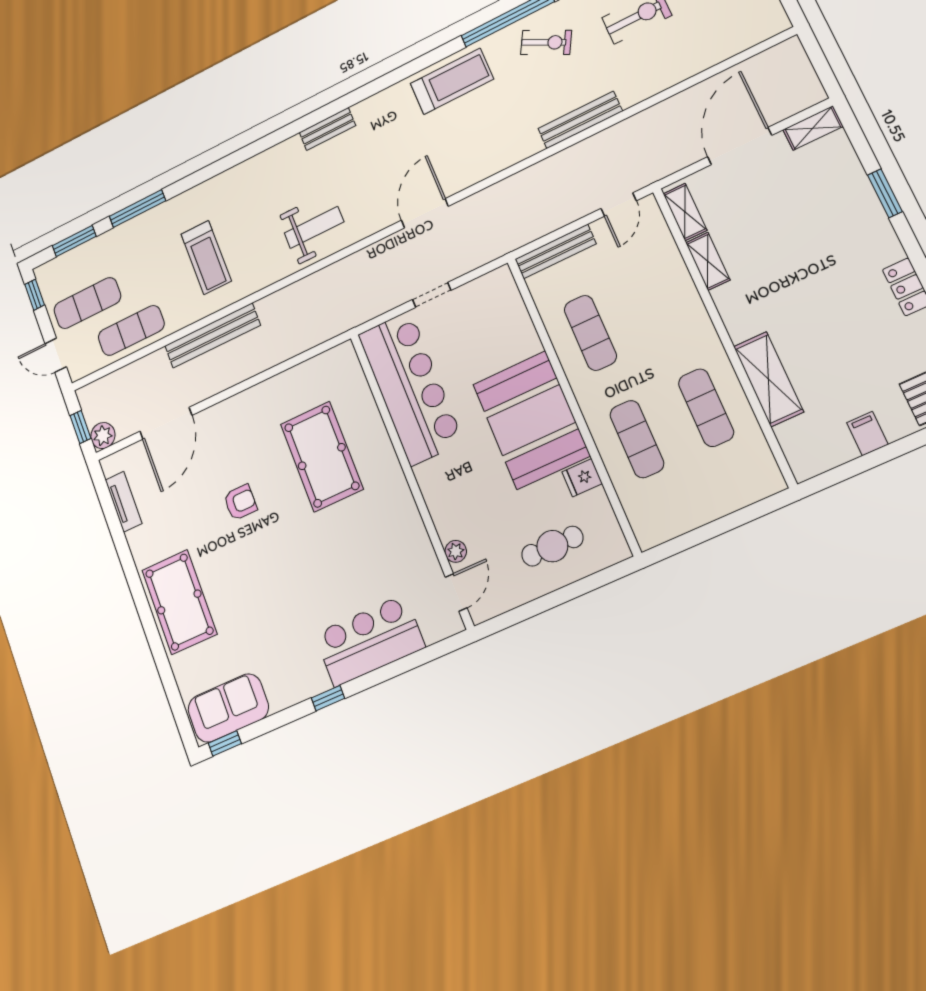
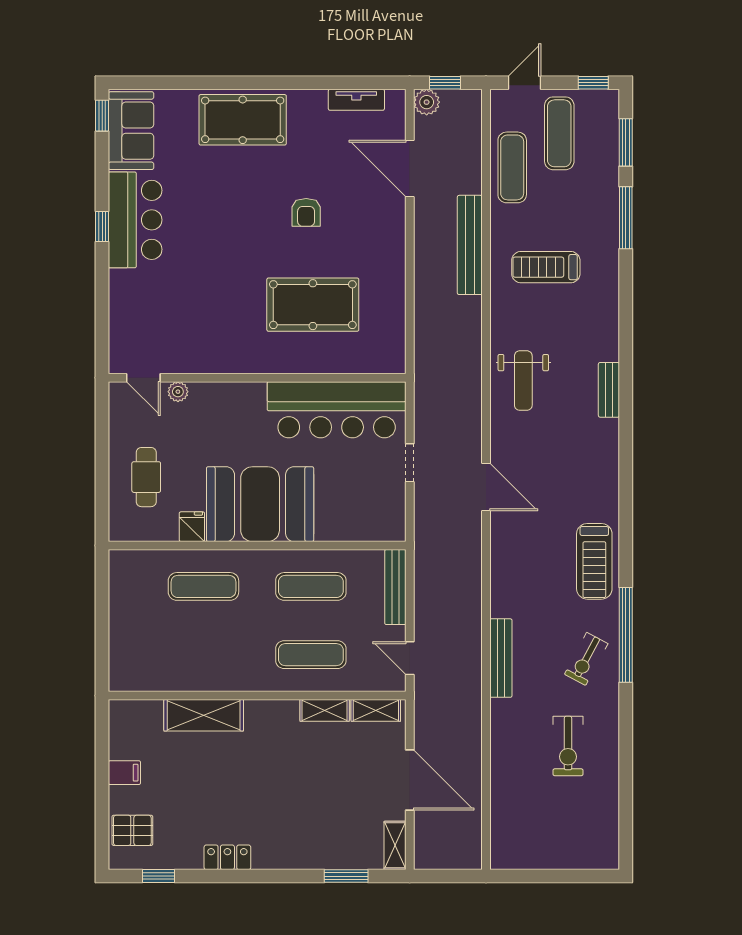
bench: (327, 129) -> (609, 390), moved
window: (885, 193) -> (346, 876), moved
exercise mat: (706, 408) -> (311, 655), moved
bar counter: (370, 641) -> (135, 220), moved

